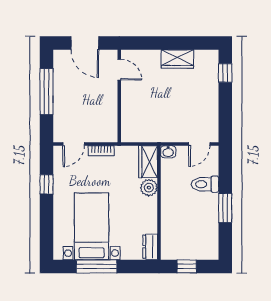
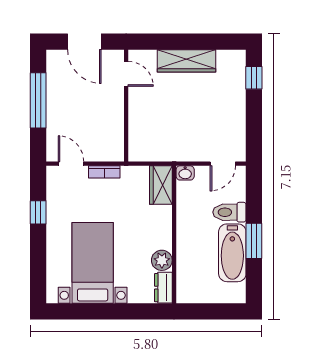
wardrobe: (177, 59) -> (187, 61), width x1.50
door: (74, 144) -> (71, 164), swing flipped
plant: (149, 188) -> (162, 260), moved
bathtub: (207, 218) -> (232, 253), added
window: (97, 266) -> (99, 311), removed
window: (187, 266) -> (207, 311), removed

